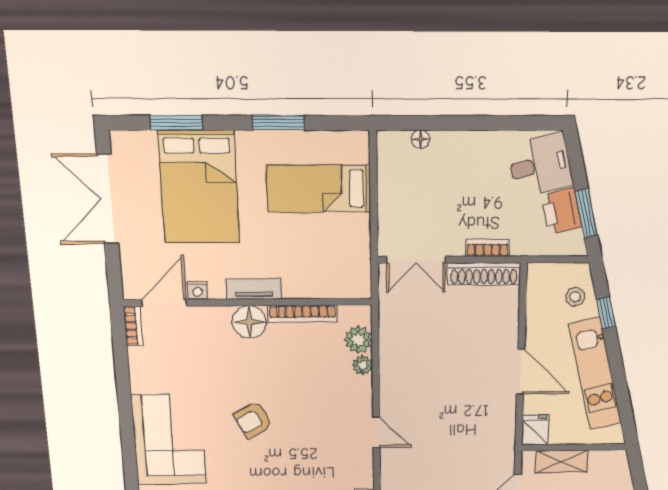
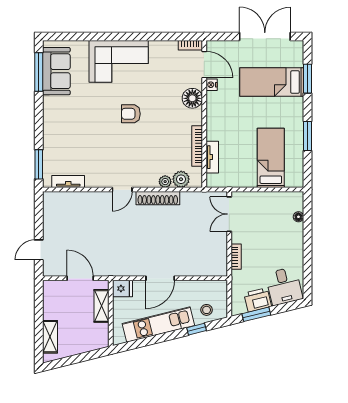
bed: (199, 187) -> (272, 82), width x0.67
shoe rack: (484, 274) -> (158, 198), moved, turned -90
tv unit: (254, 289) -> (212, 157), moved
floor lamp: (250, 322) -> (192, 98), moved
armchair: (253, 420) -> (131, 114), turned -62

